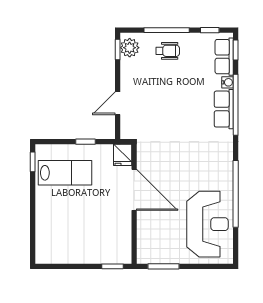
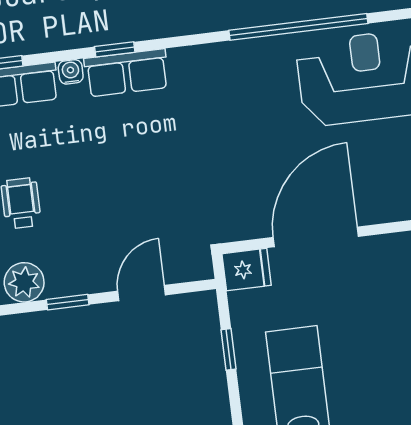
window: (118, 49) -> (68, 302), moved
door: (118, 103) -> (142, 293), swing flipped
window: (236, 105) -> (115, 49), width x0.32

